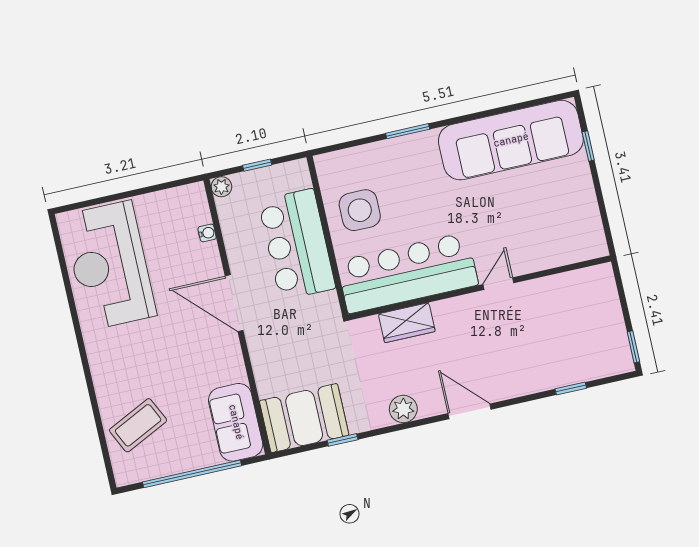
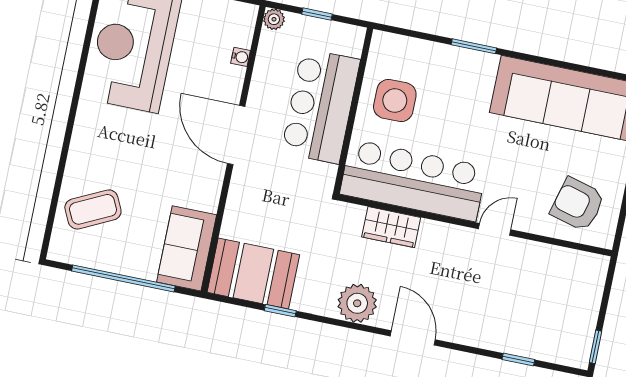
armchair: (561, 229) -> (578, 204), added
plant: (403, 409) -> (357, 303), width x1.36, depth x1.36

